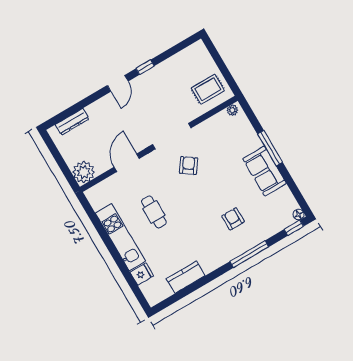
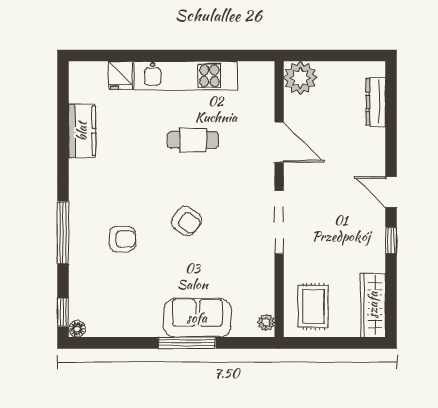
wardrobe: (187, 56) -> (373, 305), added
armchair: (189, 166) -> (187, 221), moved
sofa: (265, 171) -> (197, 318), moved

